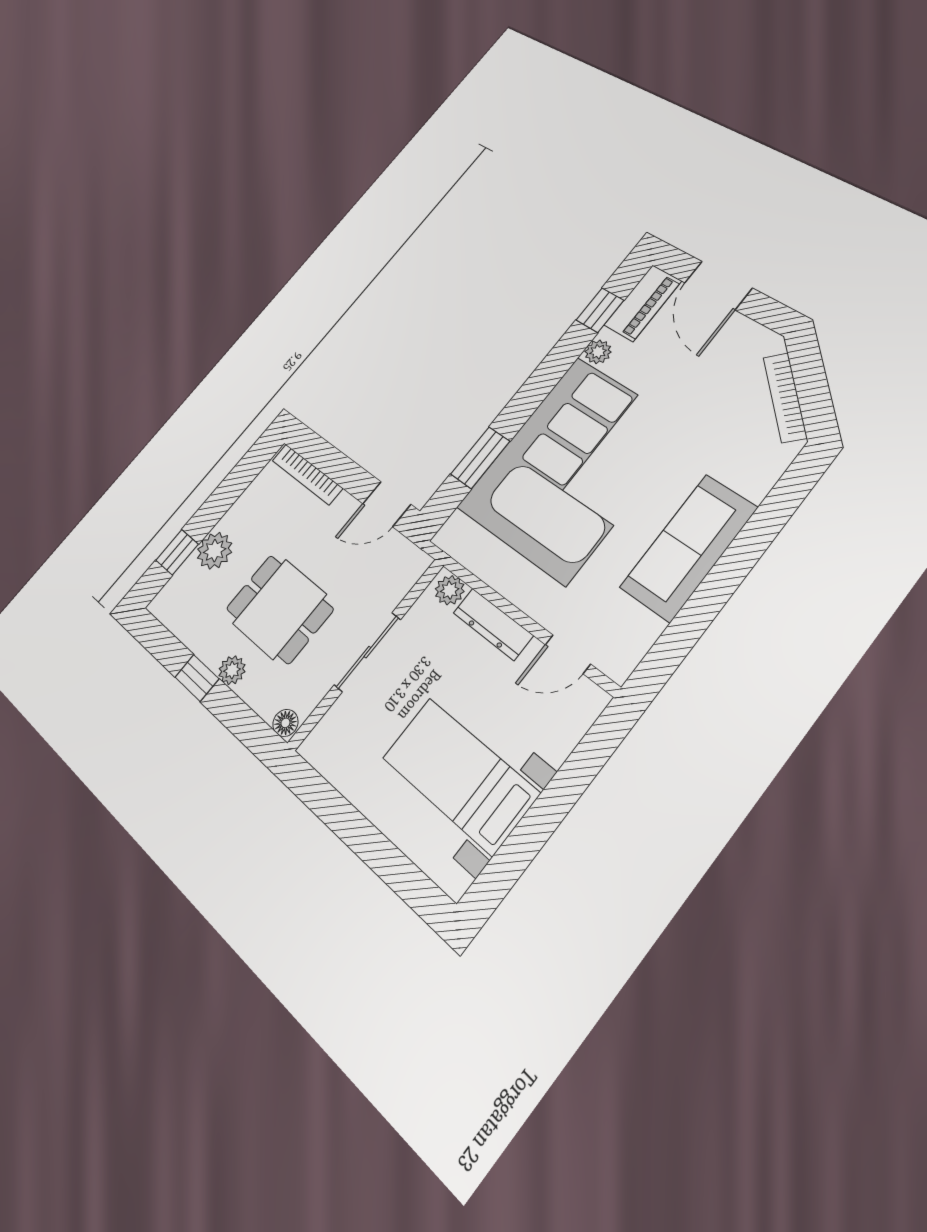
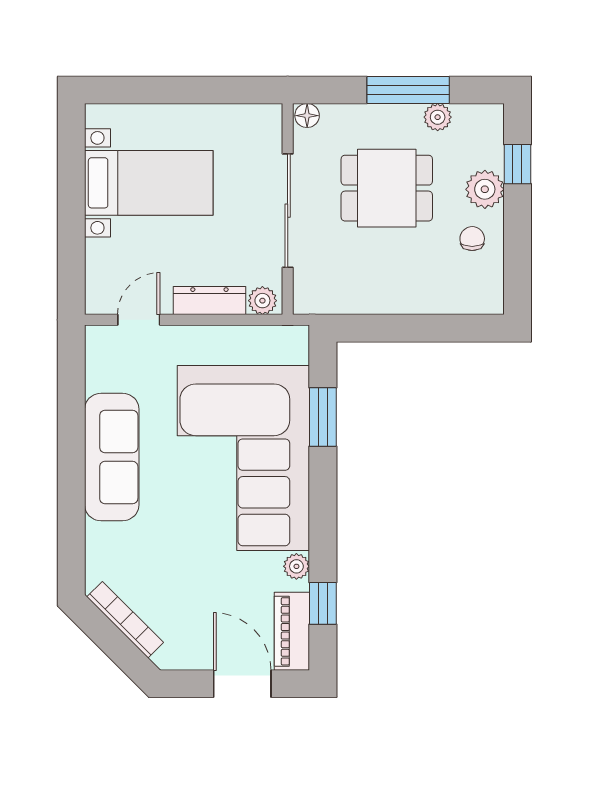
bookcase: (307, 474) -> (459, 304), removed
door: (387, 504) -> (369, 328), removed
chair: (256, 519) -> (472, 239), added
sliding door: (367, 652) -> (288, 211), width x1.37
plant: (232, 670) -> (438, 117), moved
window: (197, 678) -> (408, 90), width x2.17

